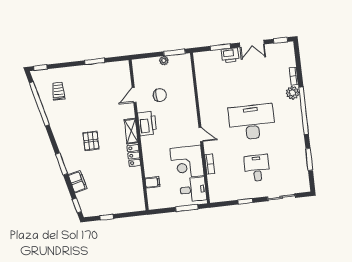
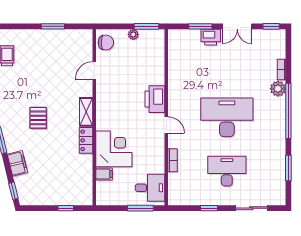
chair: (160, 95) -> (106, 43), moved
printer: (147, 124) -> (155, 99), moved, turned 180
corner desk: (187, 162) -> (114, 149), moved, turned 180
desk: (257, 168) -> (227, 171), width x1.37
window: (107, 217) -> (66, 208), moved

